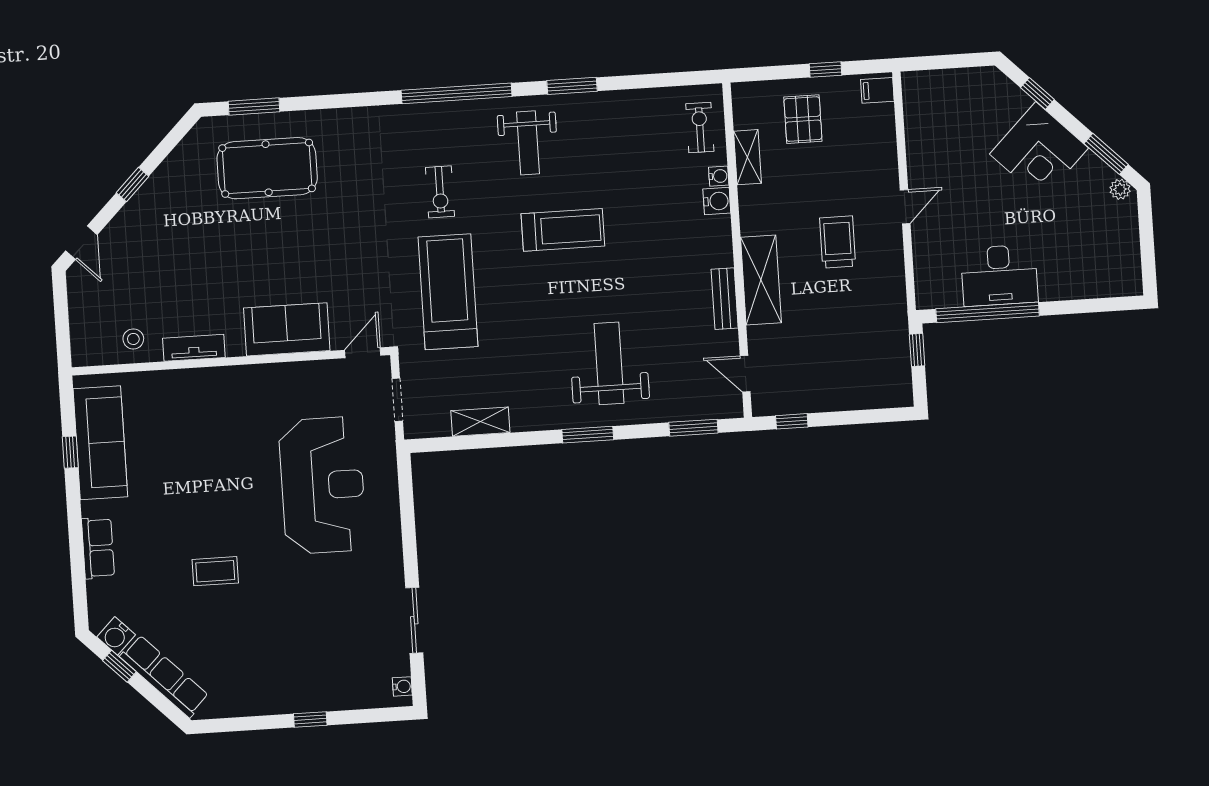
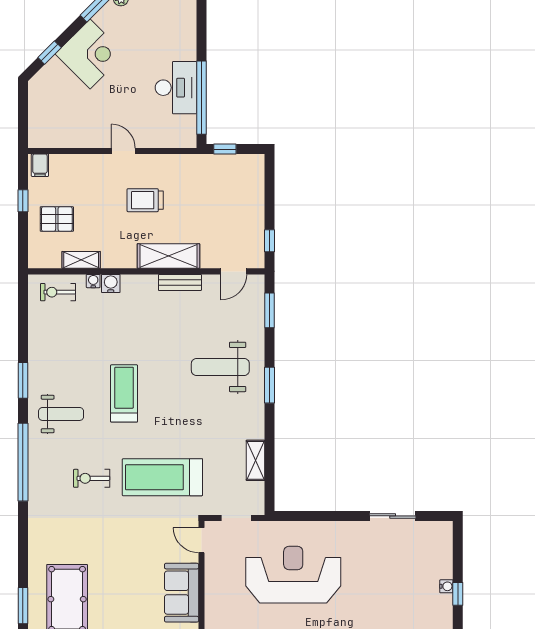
exercise bike: (440, 192) -> (92, 478), turned 180
water cooler: (402, 686) -> (446, 586), moved, turned 90

